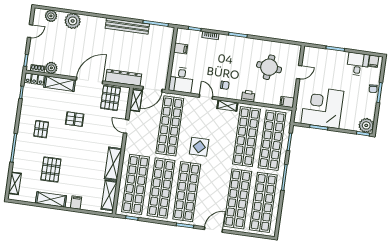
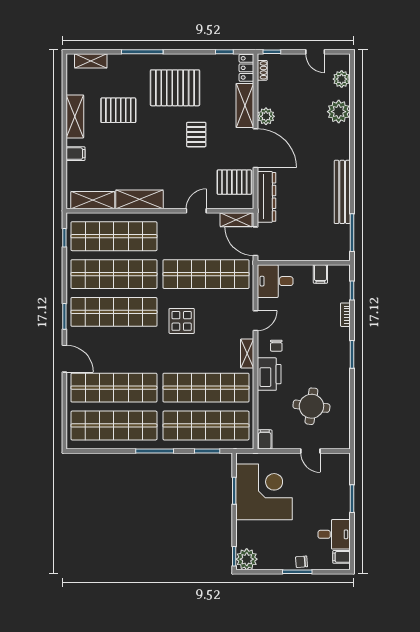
plant: (51, 68) -> (266, 116), moved
printer: (248, 96) -> (269, 374), width x1.87, depth x1.48
pallet: (41, 129) -> (175, 88), width x2.05, depth x2.00

